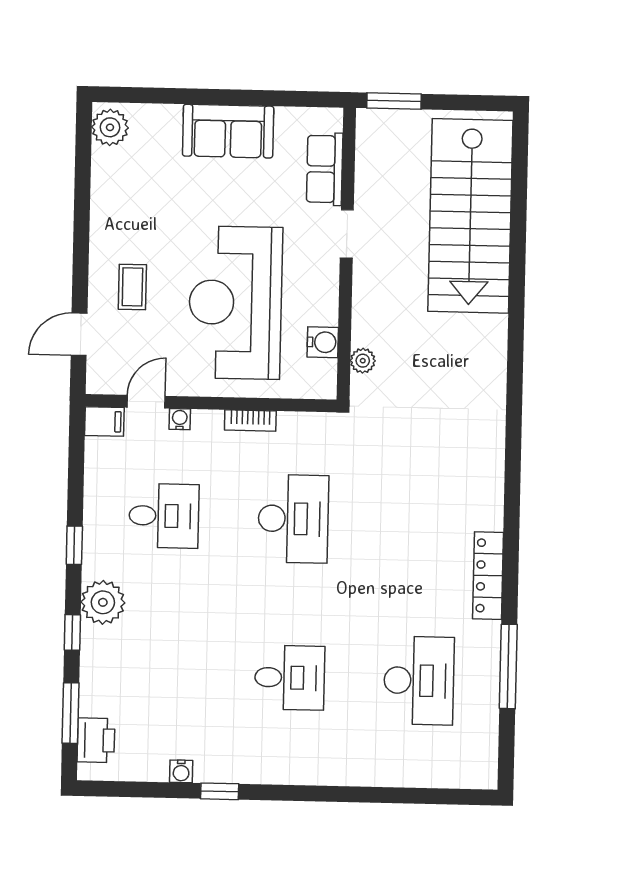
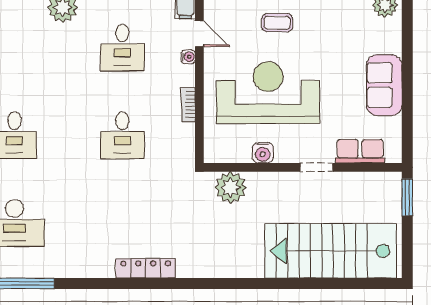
water cooler: (323, 342) -> (263, 153), moved
plant: (363, 361) -> (231, 188), width x1.88, depth x1.88
desk: (293, 519) -> (122, 135), width x0.73
locker: (488, 576) -> (146, 268), moved

